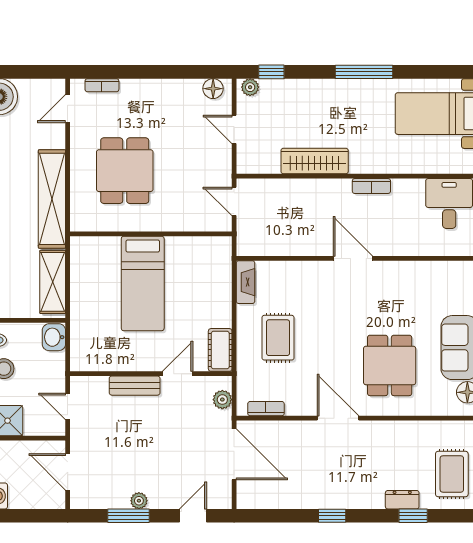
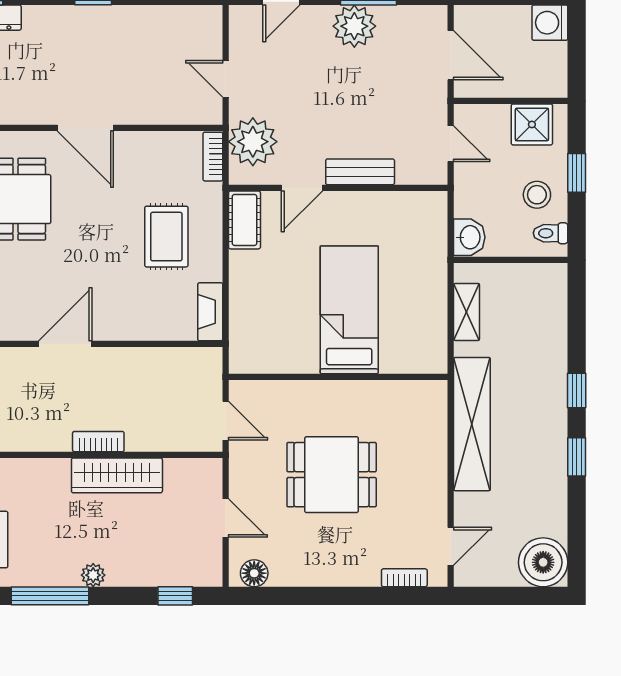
plant: (250, 87) -> (93, 575), moved
dining table: (125, 171) -> (332, 475), moved, turned 90
bookcase: (371, 186) -> (98, 442), moved
door: (353, 258) -> (65, 344), swing flipped
shelving: (53, 282) -> (467, 312), width x0.67, depth x0.75
plant: (222, 400) -> (253, 142), width x1.88, depth x1.88
bookcase: (266, 409) -> (213, 157), moved, turned 90
door: (234, 454) -> (226, 79), width x0.53
plant: (139, 501) -> (354, 26), width x1.88, depth x1.88

